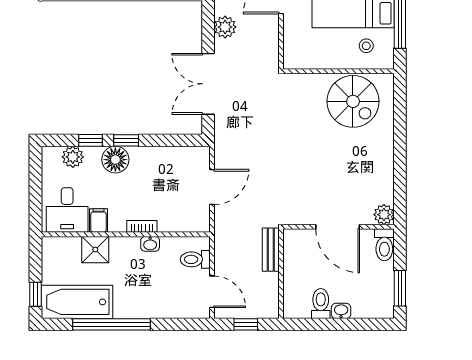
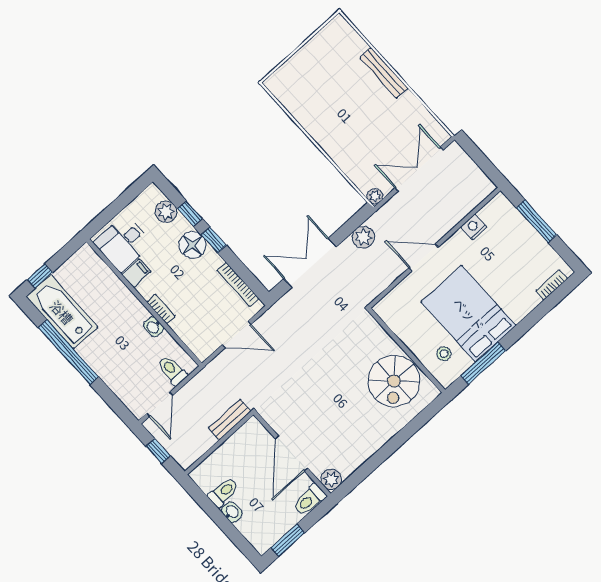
bookcase: (176, 152) -> (238, 285), added
shower: (95, 250) -> (113, 290), removed

